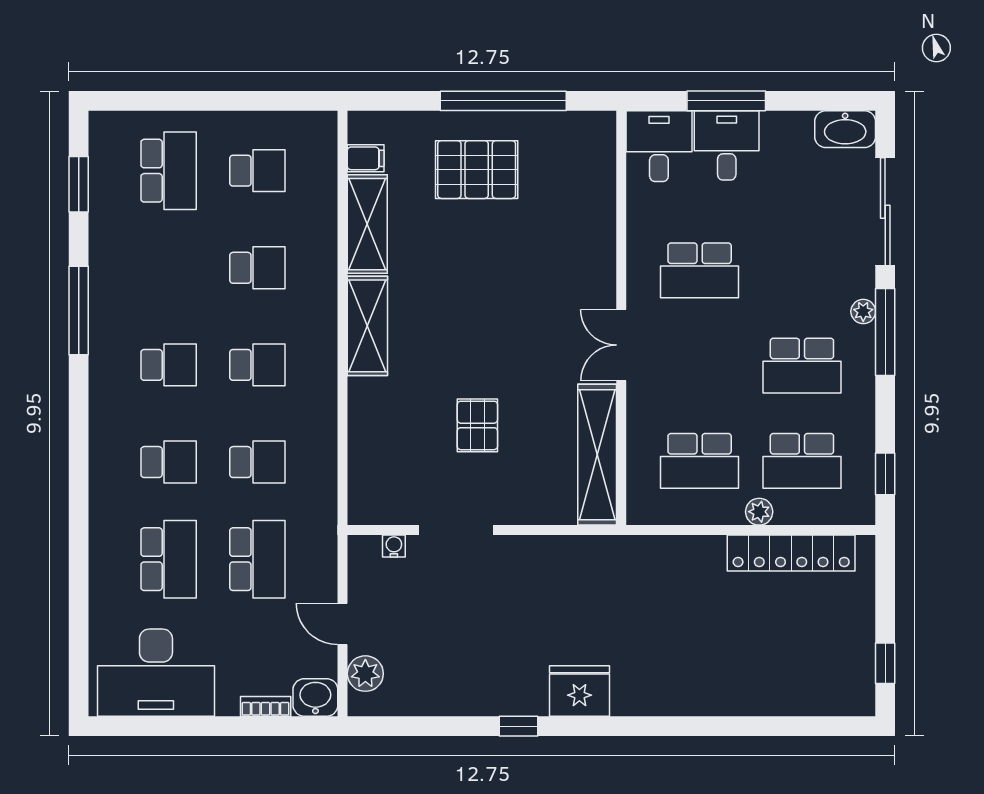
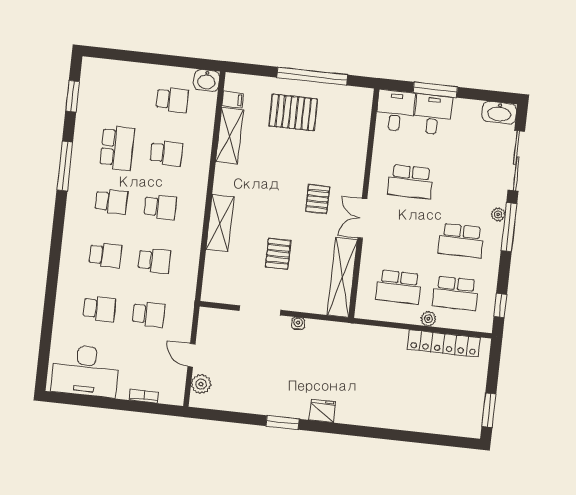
school desk: (169, 171) -> (117, 148), moved
pallet: (537, 320) -> (318, 199), added
shelving: (367, 326) -> (220, 223), moved
water cooler: (394, 546) -> (298, 324), moved
school desk: (169, 559) -> (99, 309), width x0.54
school desk: (257, 559) -> (148, 314), width x0.54
window: (885, 663) -> (489, 410), width x1.50
fridge: (579, 691) -> (322, 411), width x0.73, depth x0.75
washbasin: (315, 697) -> (207, 81), moved, turned 180
window: (519, 726) -> (282, 422), width x1.50

